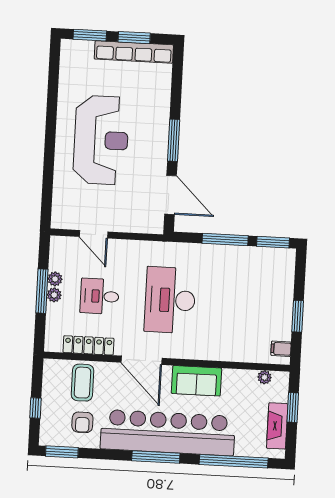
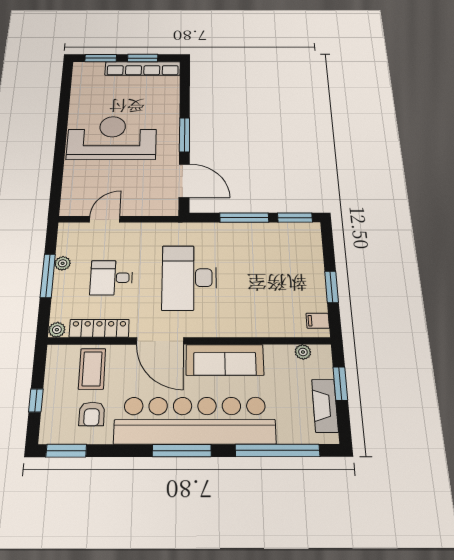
reception desk: (101, 140) -> (112, 138), turned -90
door: (94, 234) -> (105, 219), swing flipped
plant: (54, 295) -> (57, 330), moved
sofa: (196, 381) -> (225, 360), width x1.36

